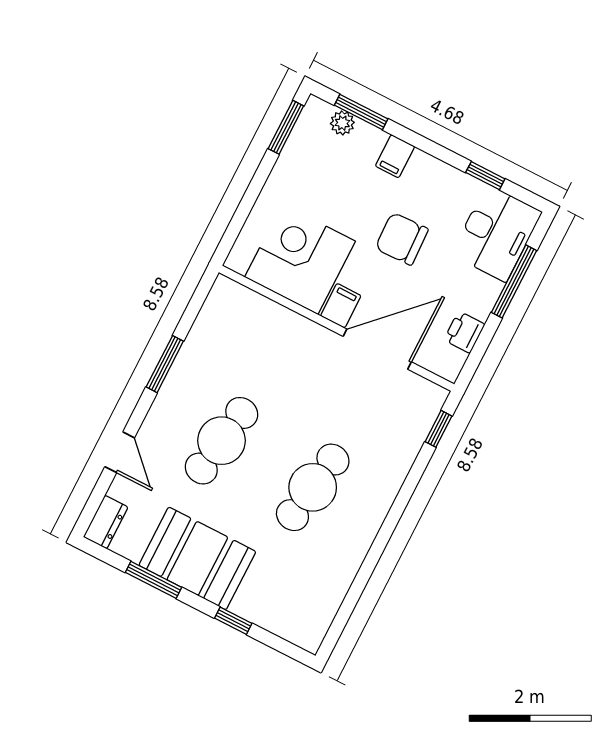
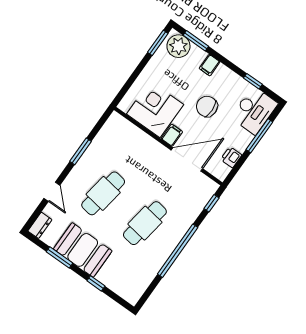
plant: (342, 123) -> (178, 46), width x1.88, depth x1.88
window: (385, 533) -> (178, 251), added

